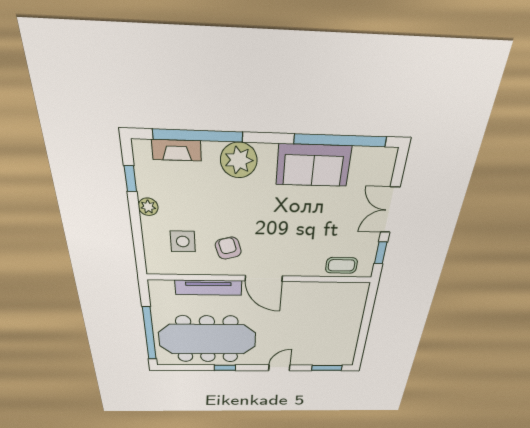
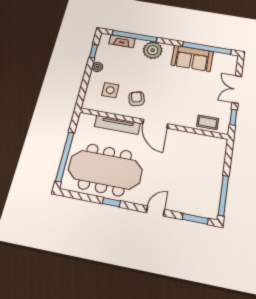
window: (361, 343) -> (223, 195), added

